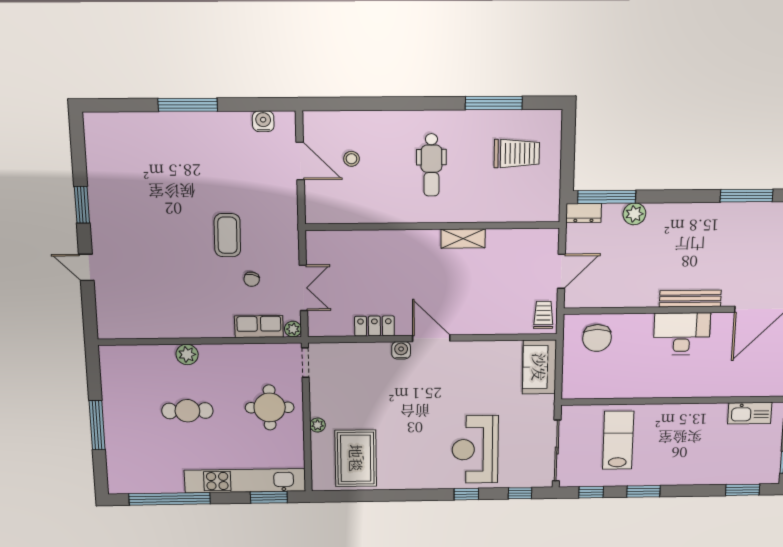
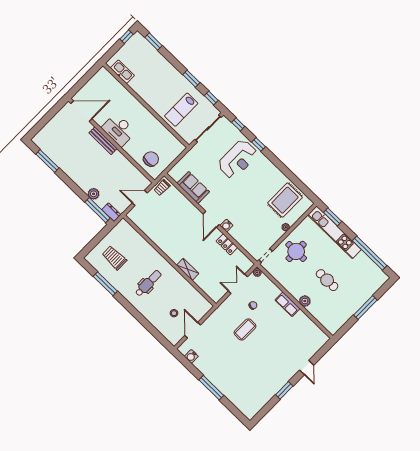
shelving: (463, 239) -> (188, 269), moved
row of seats: (259, 326) -> (288, 304), moved
sofa: (539, 367) -> (193, 188), moved, turned -90

